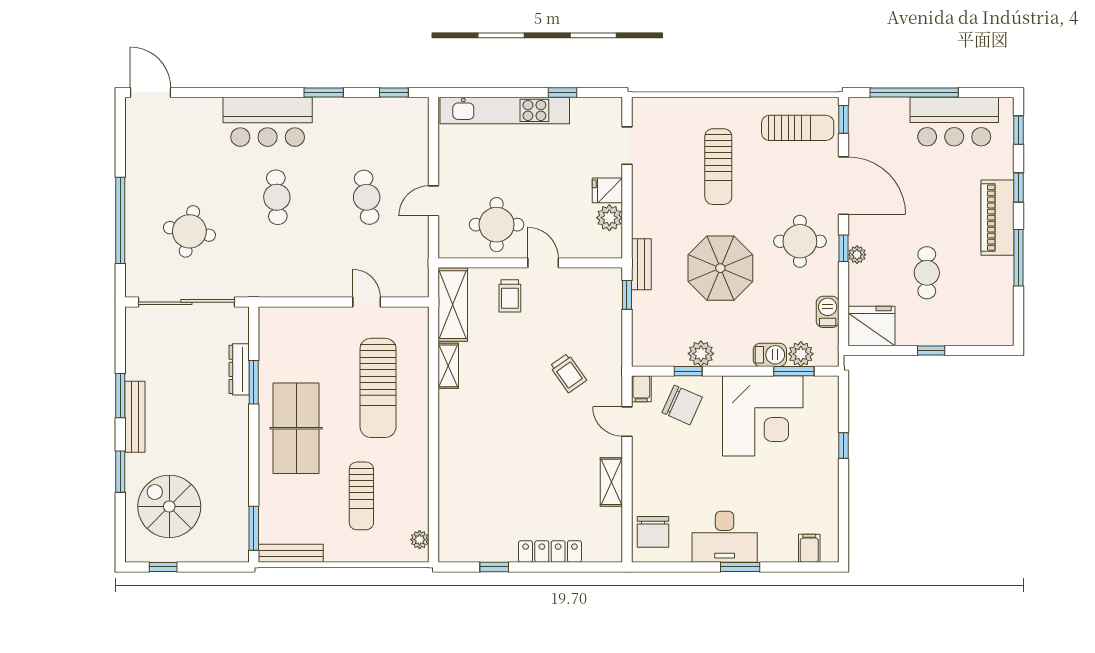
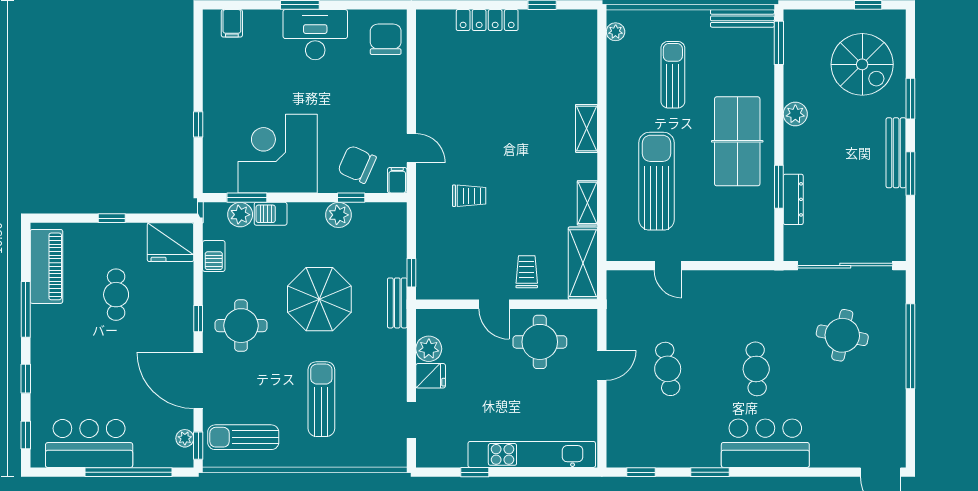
piano: (997, 218) -> (46, 266), moved
plant: (857, 255) -> (185, 438), moved
trolley: (568, 373) -> (469, 196), turned 125
plant: (237, 456) -> (795, 114), added
shelving: (611, 482) -> (587, 128), moved

